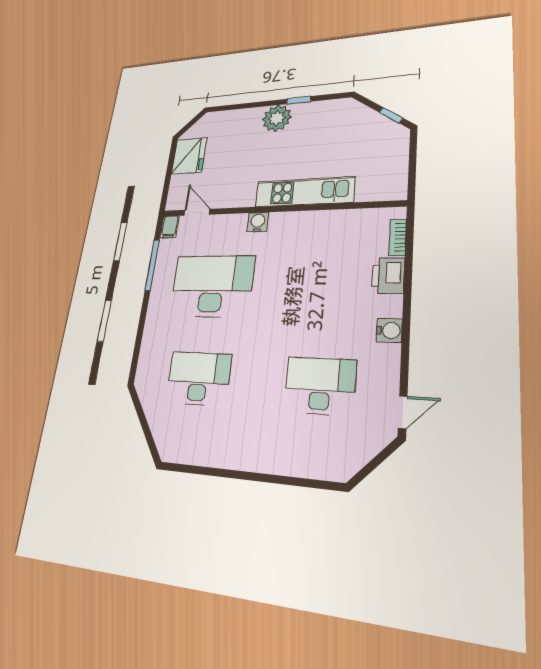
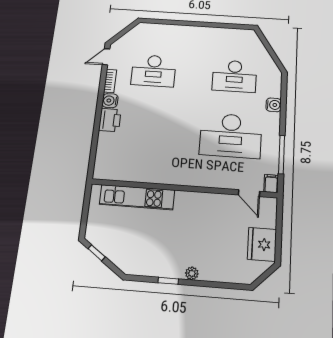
plant: (277, 118) -> (192, 273), width x0.53, depth x0.53
kitchen unit: (304, 192) -> (137, 197), moved
water cooler: (258, 222) -> (274, 105), moved, turned -90
bookcase: (398, 237) -> (110, 81), moved
printer: (388, 276) -> (110, 120), moved

